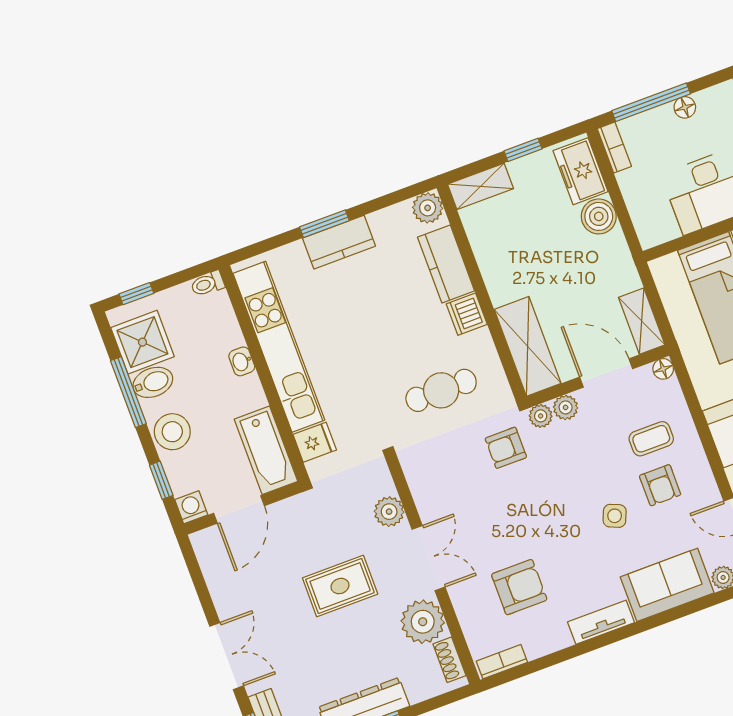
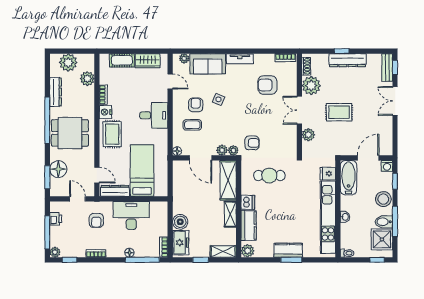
shelving: (642, 321) -> (230, 214), moved

